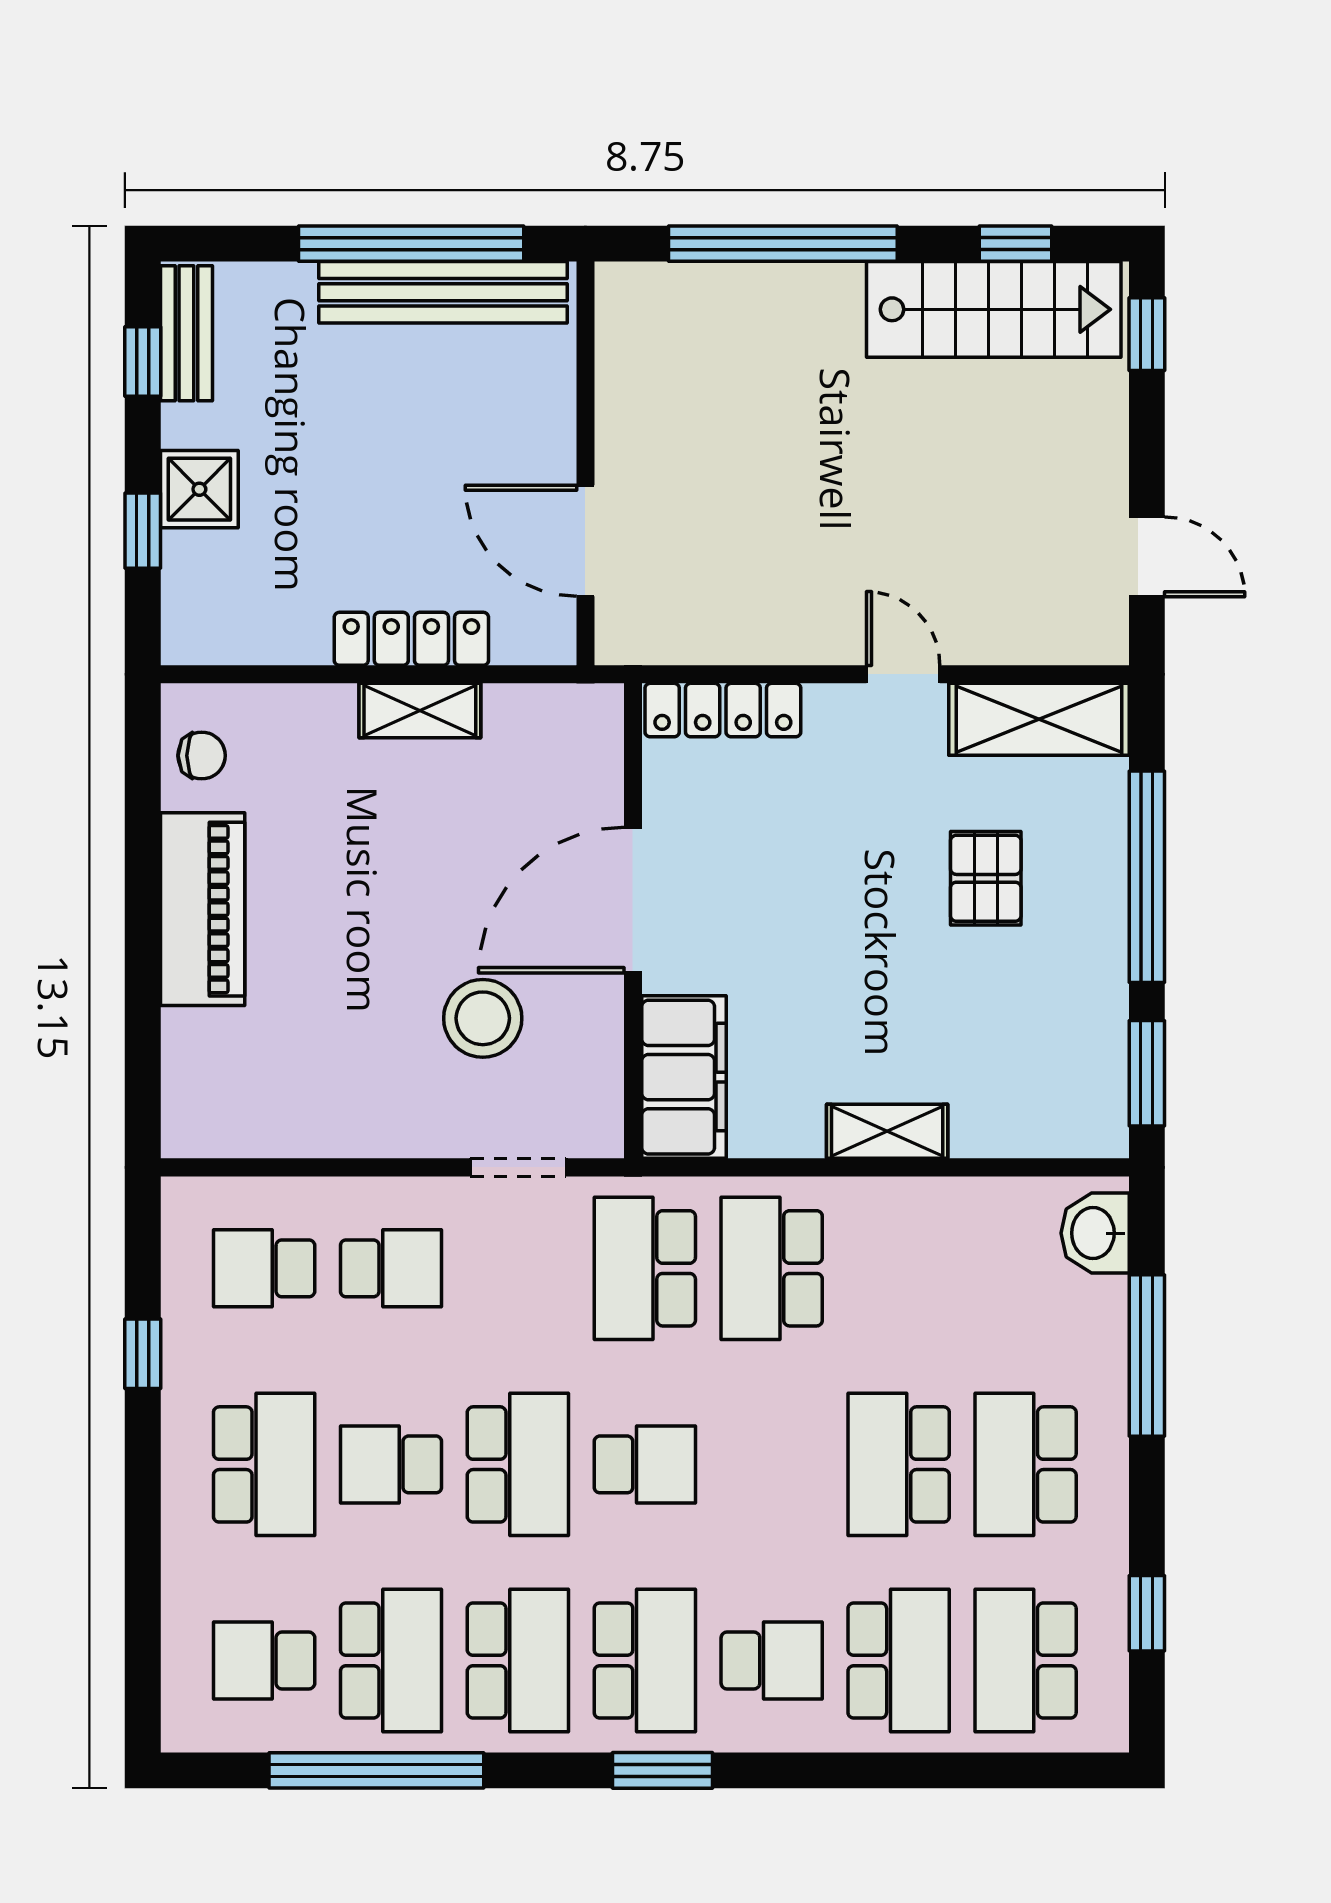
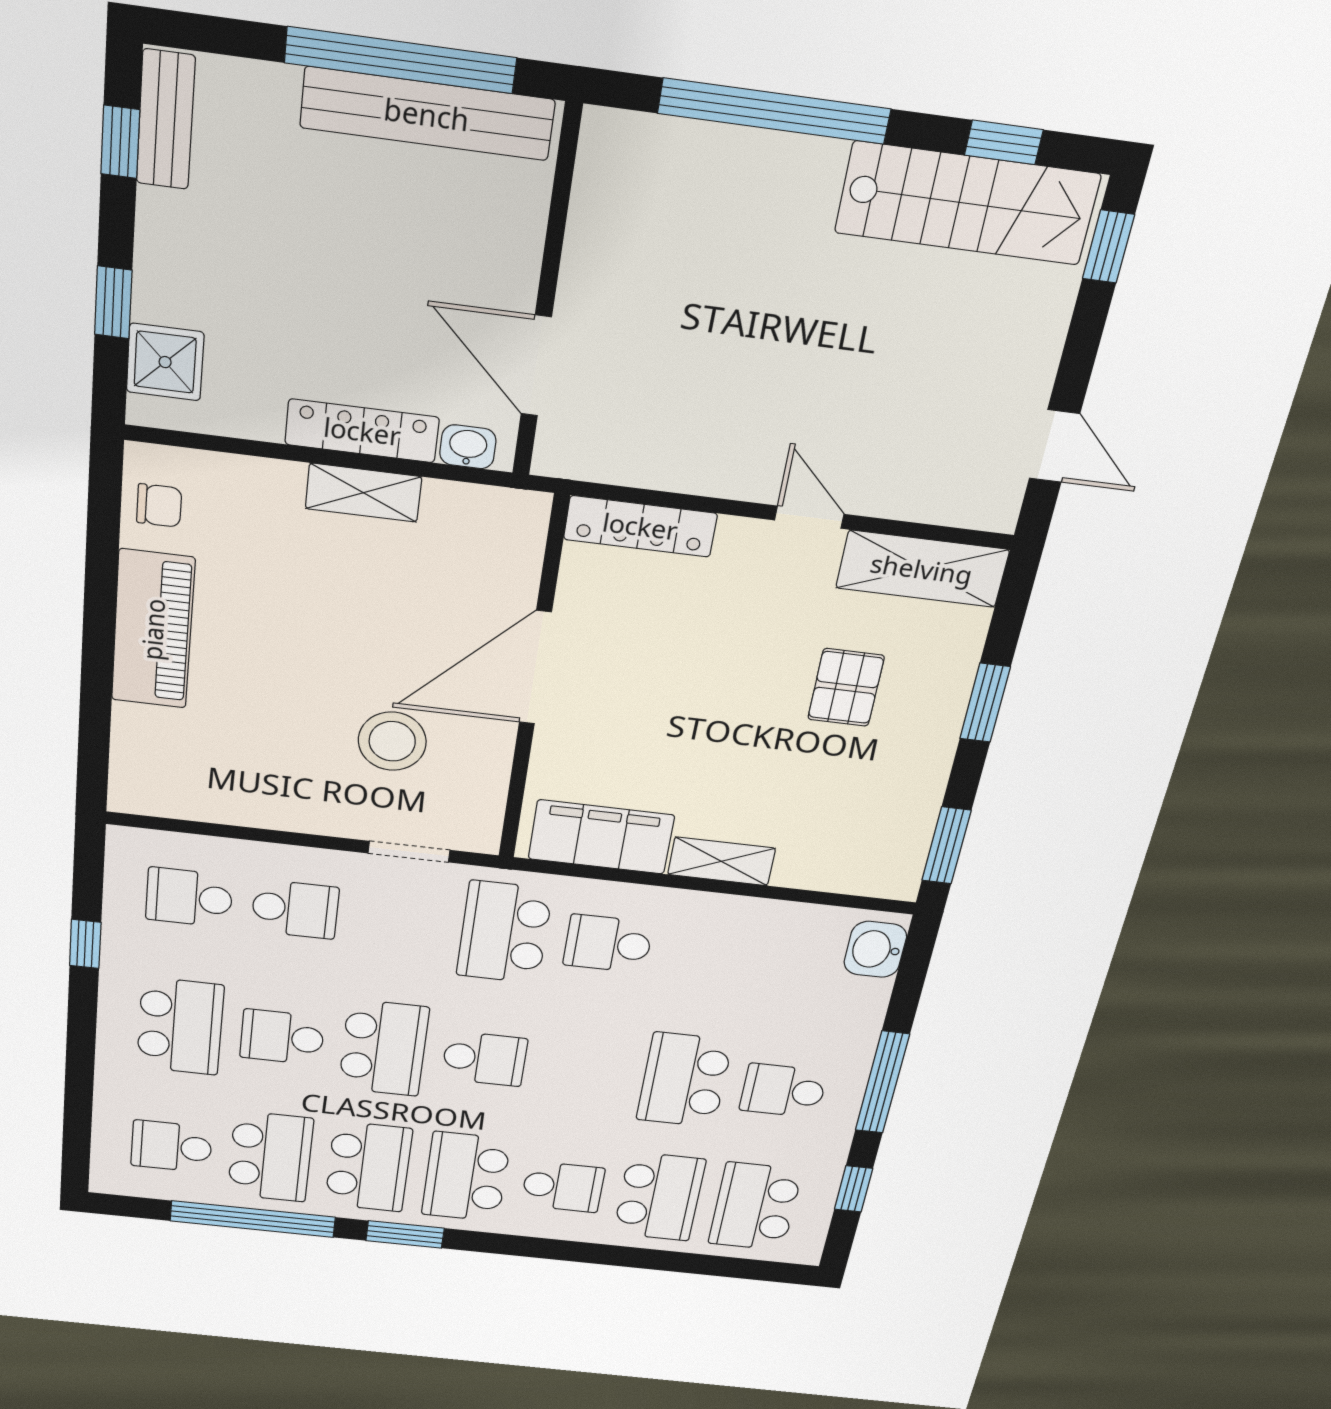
shower: (199, 489) -> (165, 362), moved
washbasin: (525, 642) -> (468, 447), added
window: (1147, 877) -> (985, 703), width x0.47
filing cabinet: (684, 1077) -> (601, 837), moved, turned -90
school desk: (772, 1268) -> (608, 944), width x0.54
window: (1147, 1356) -> (882, 1082), moved
school desk: (1026, 1464) -> (783, 1091), width x0.54
school desk: (645, 1661) -> (466, 1177), turned 180
window: (663, 1770) -> (405, 1234), moved

